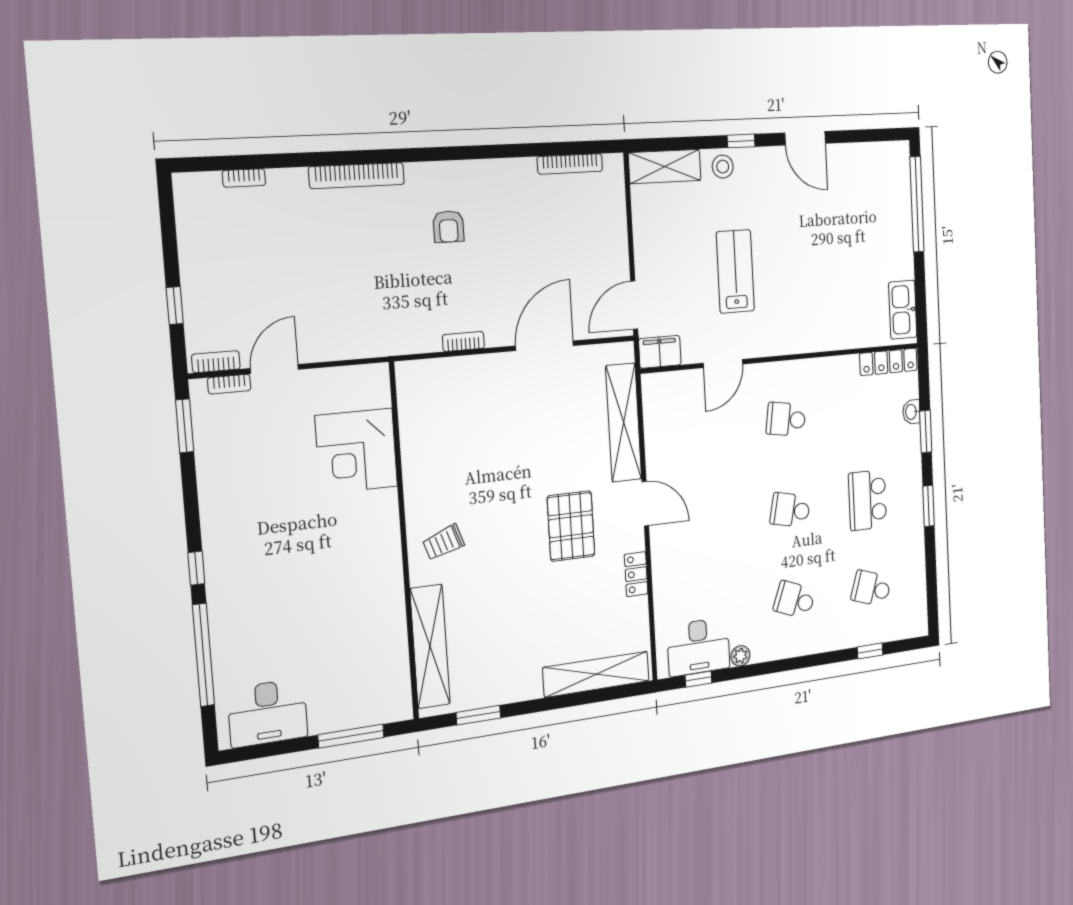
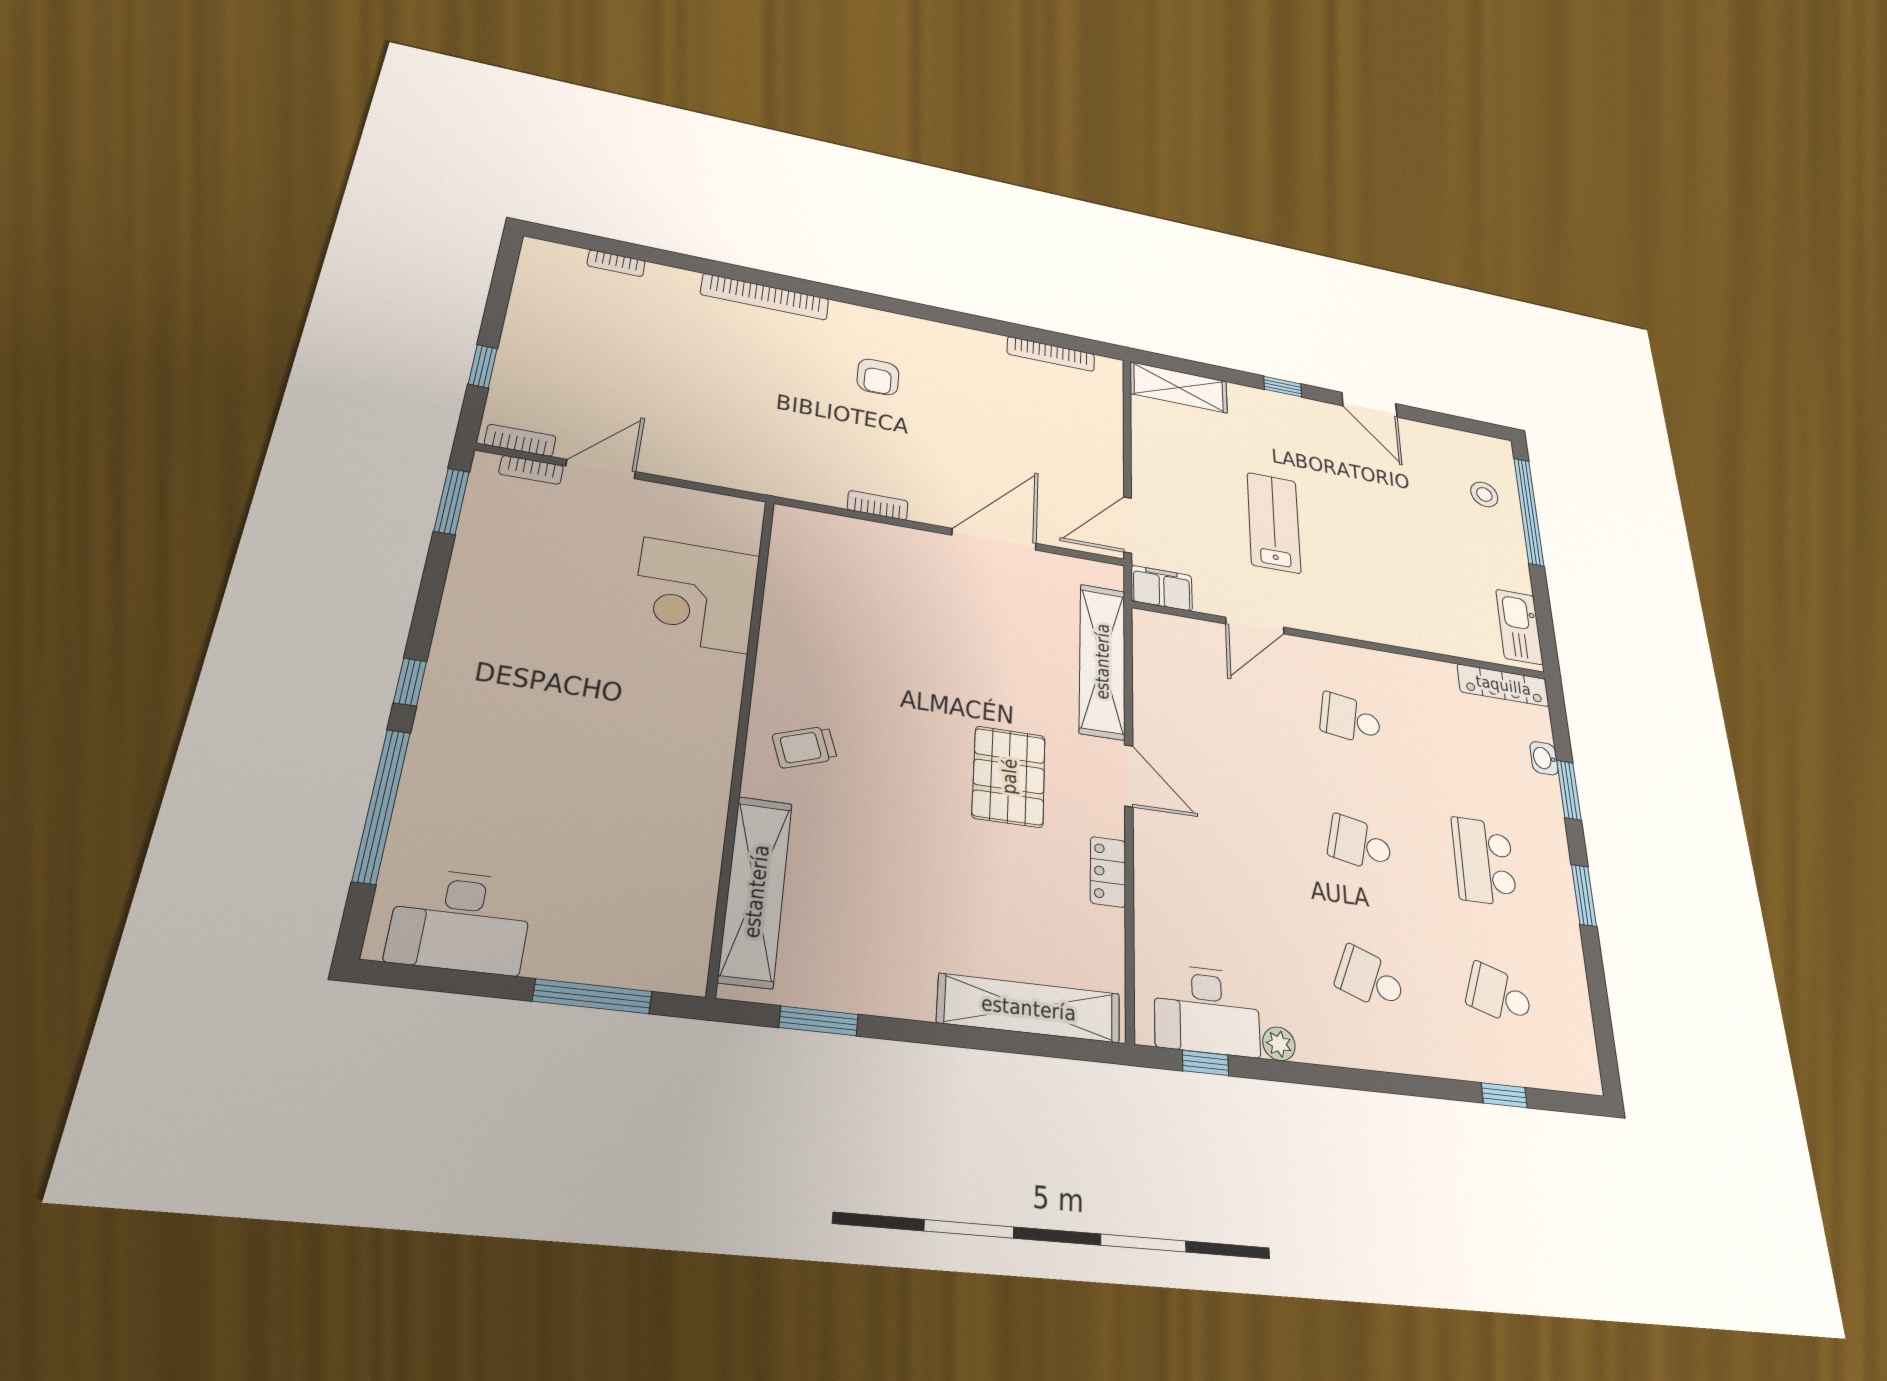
stool: (723, 167) -> (1484, 494), moved

